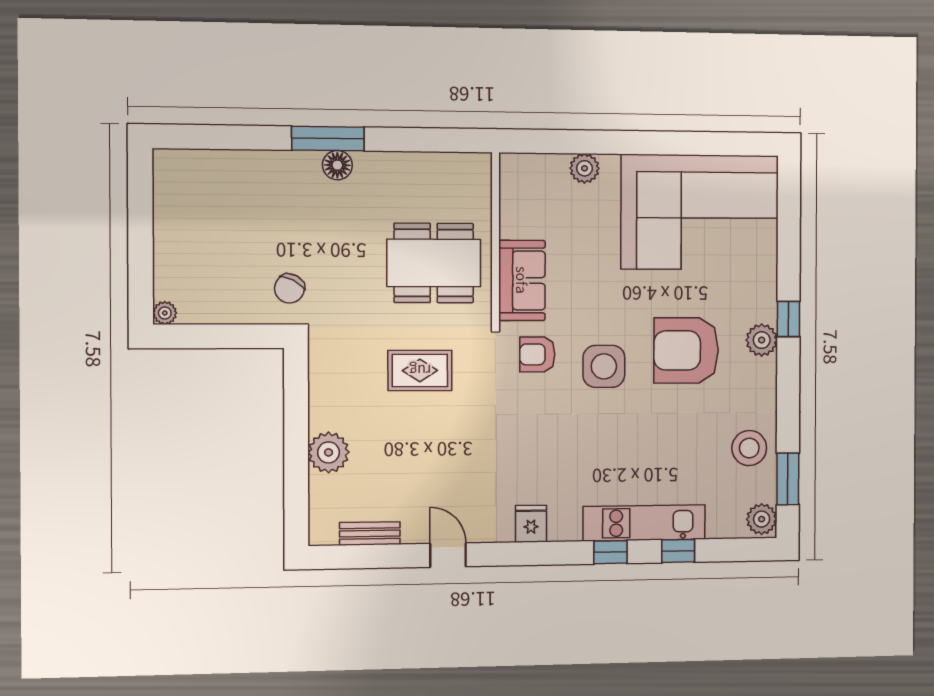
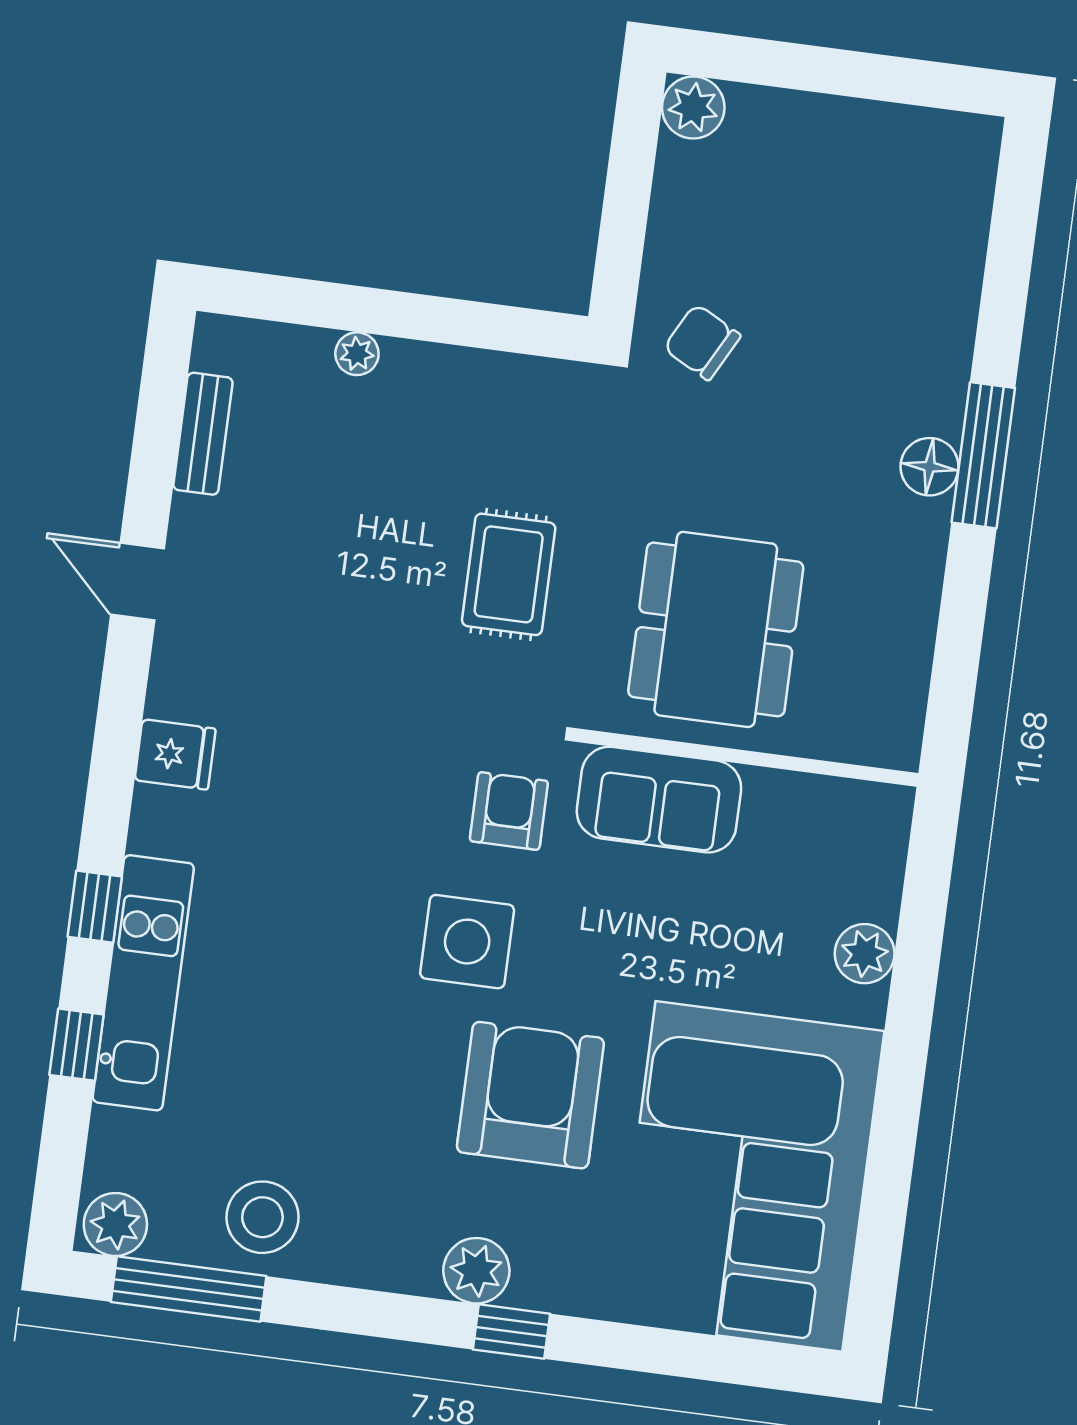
plant: (165, 313) -> (693, 107), width x1.38, depth x1.38
armchair: (686, 350) -> (530, 1095), moved
plant: (329, 452) -> (357, 354), width x0.53, depth x0.53
window: (788, 479) -> (189, 1289), width x1.44
door: (448, 555) -> (138, 582), swing flipped

